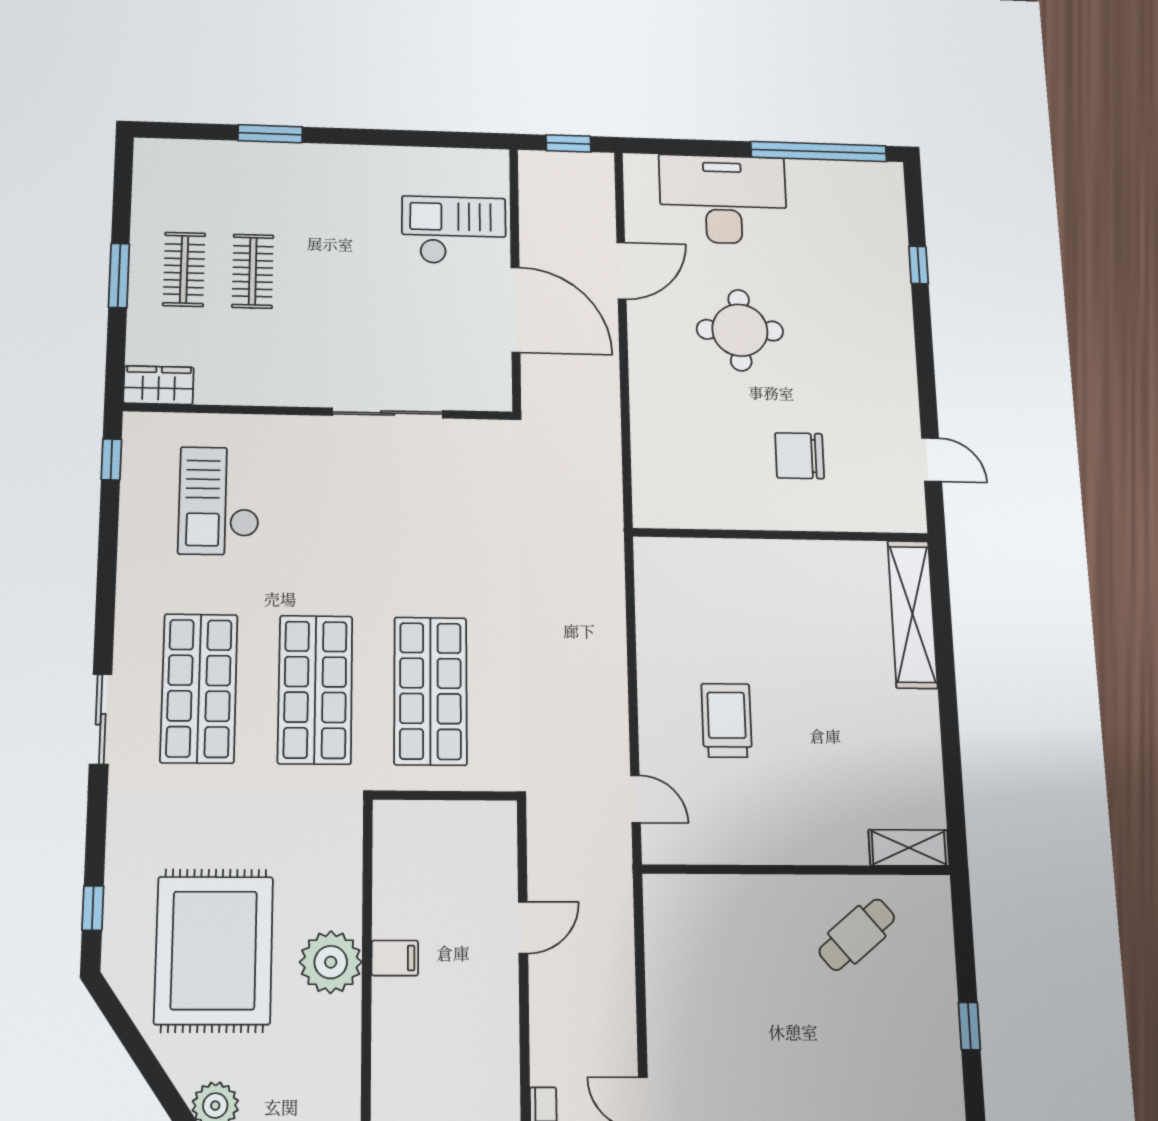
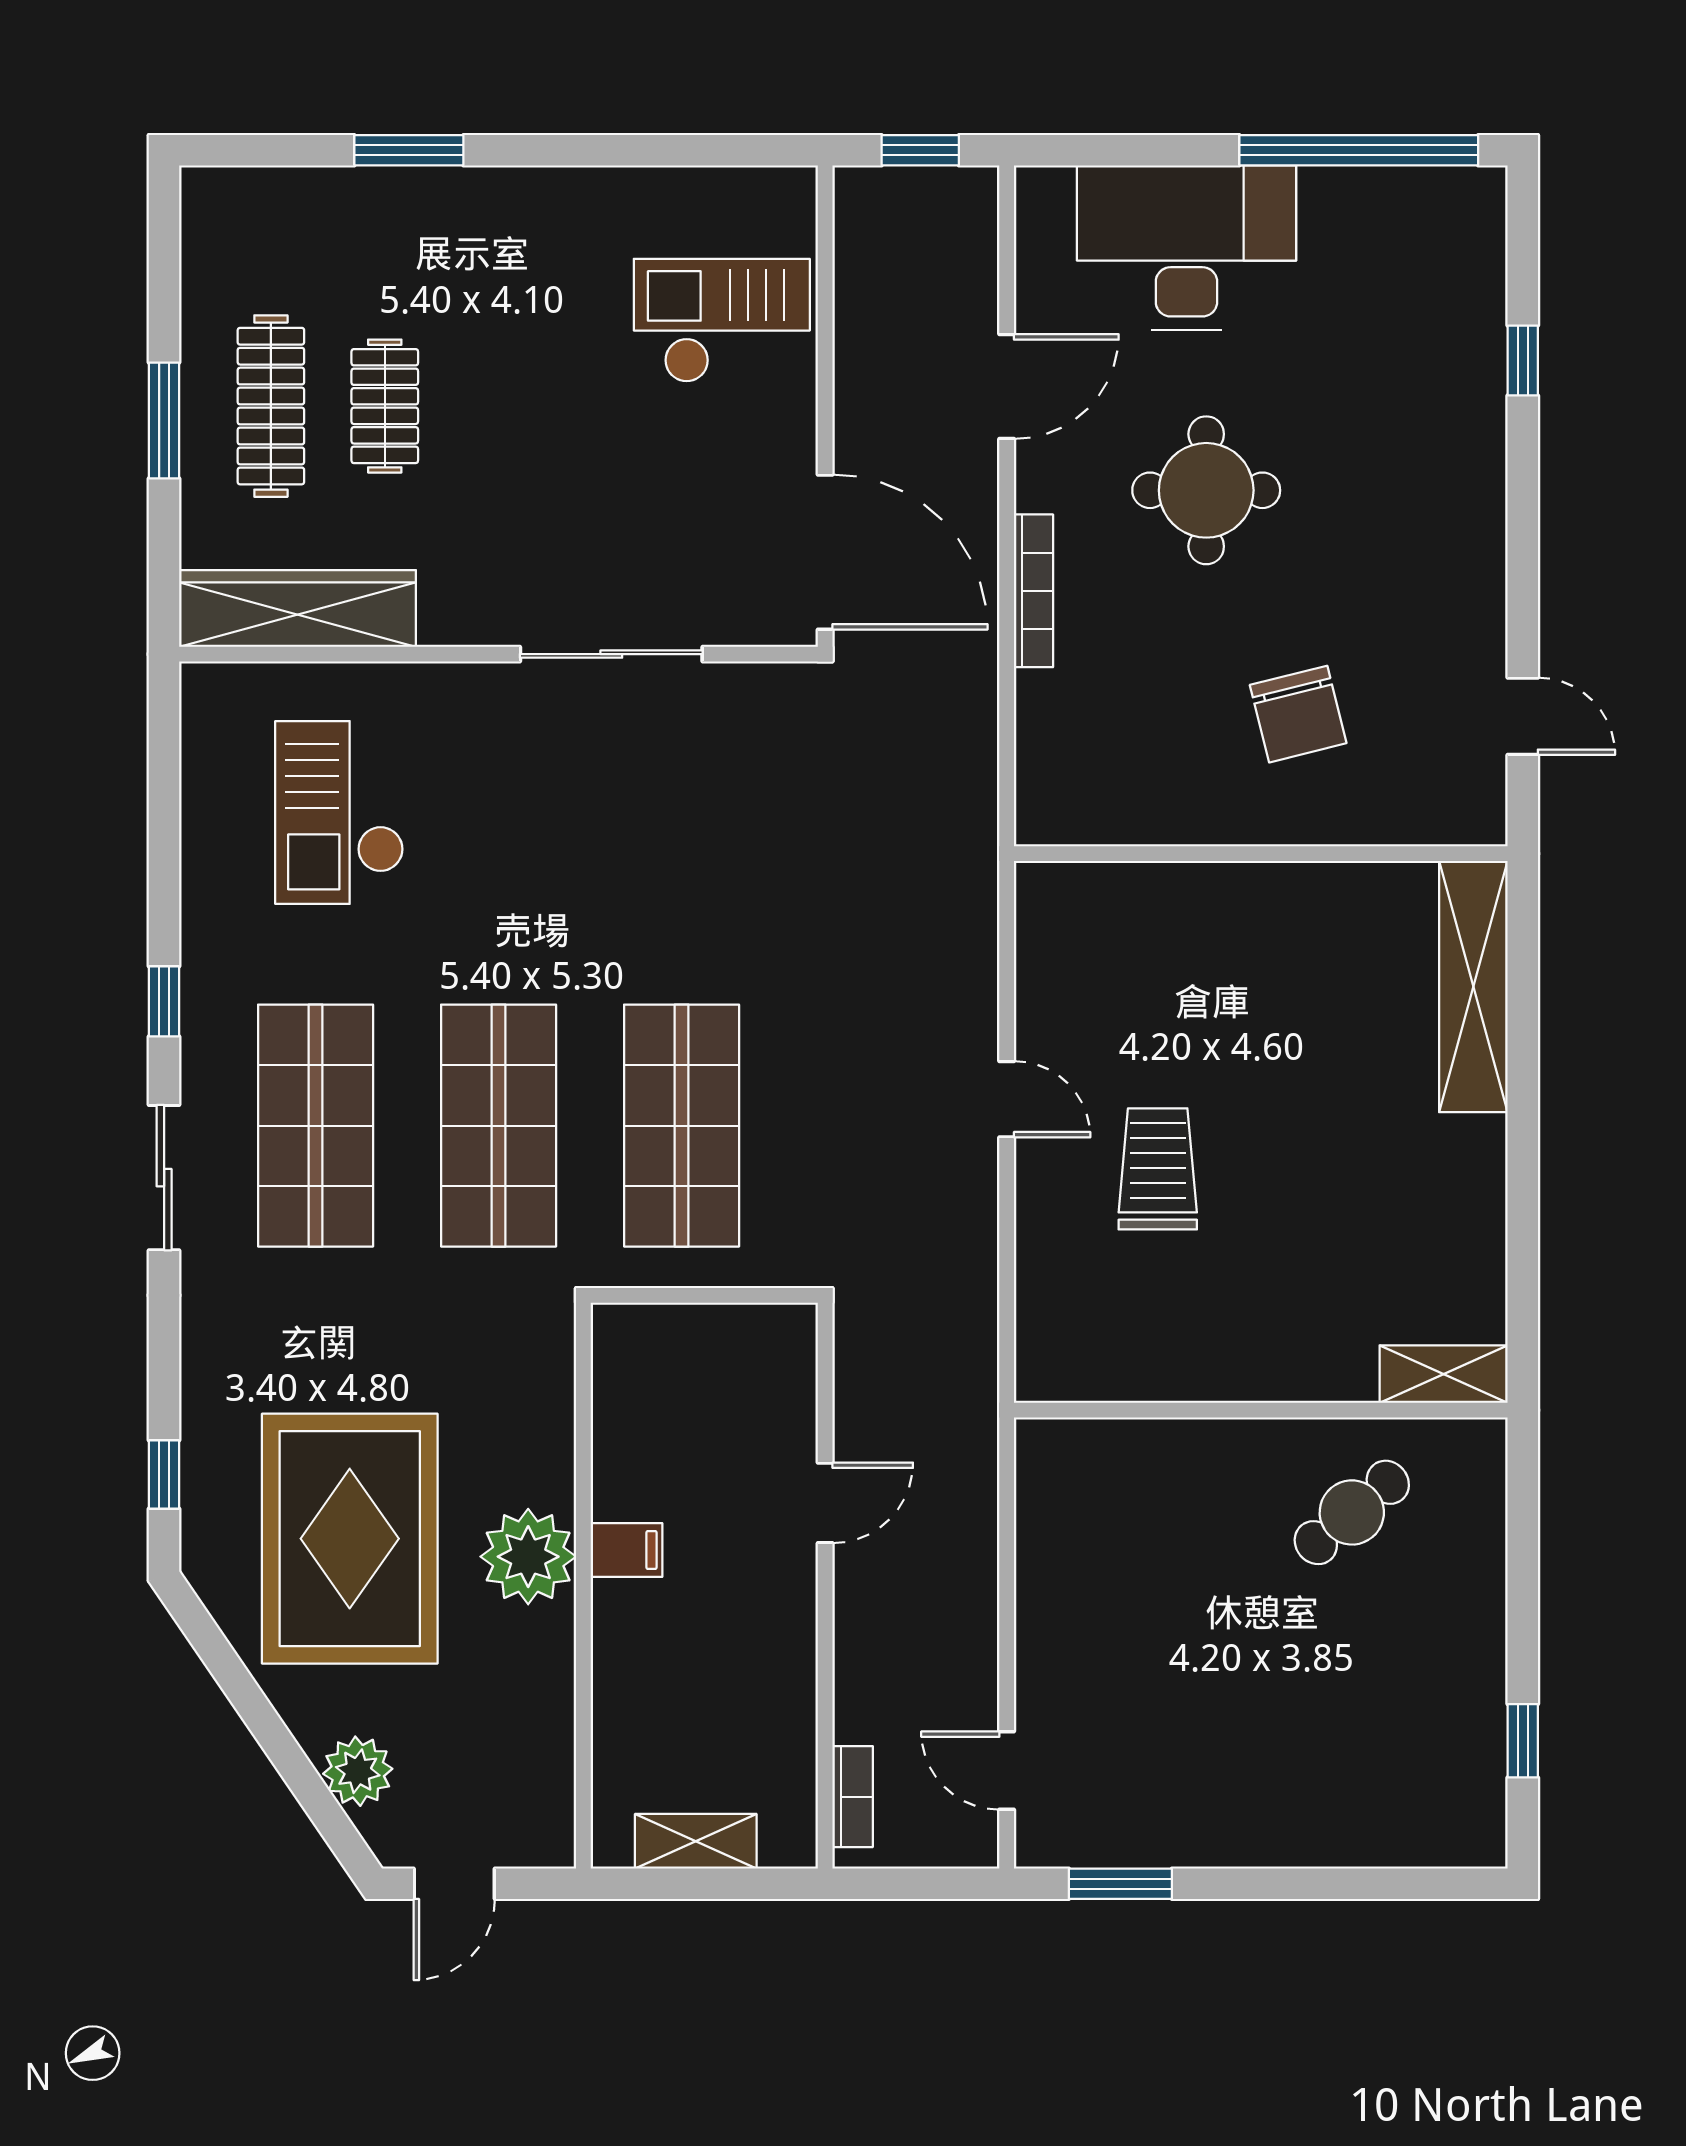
clothes rail: (184, 269) -> (271, 406), width x1.36
door: (516, 310) -> (825, 552), moved
bookcase: (640, 383) -> (1034, 591), added
wardrobe: (159, 385) -> (298, 608), width x2.10, depth x1.17
chair: (800, 456) -> (1298, 714), turned -104
window: (111, 459) -> (164, 1001), moved
door: (636, 799) -> (1007, 1099), moved
window: (969, 1026) -> (1523, 1741), moved

